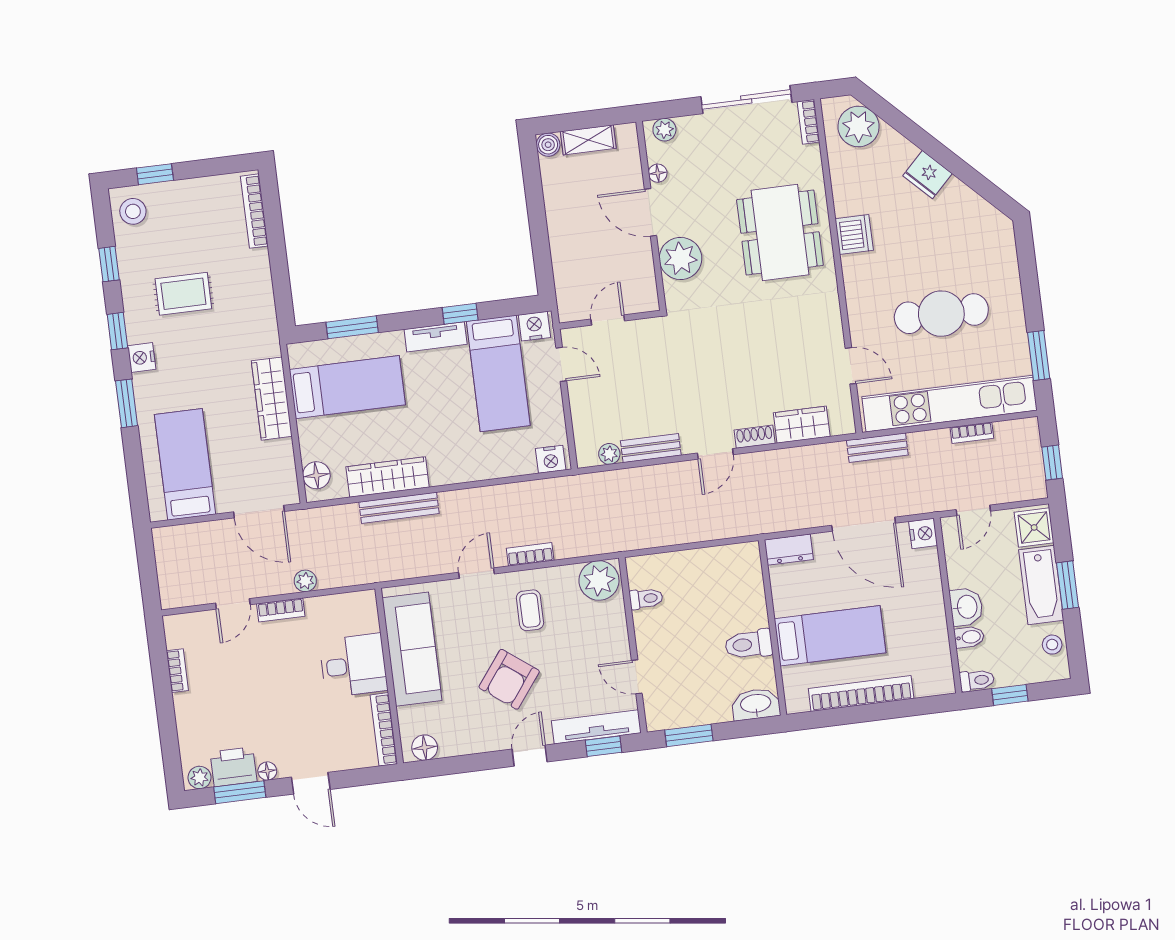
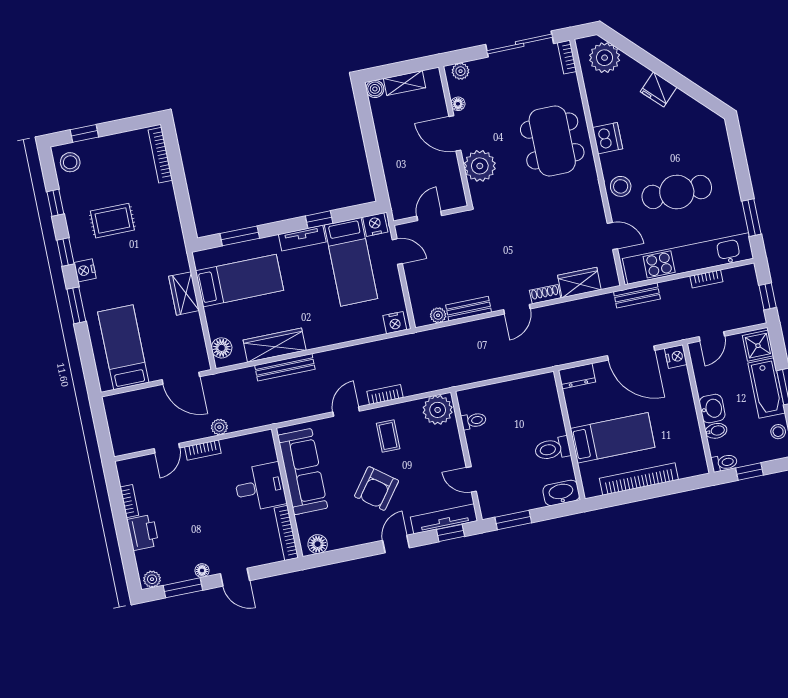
stool: (867, 300) -> (621, 186), added
wardrobe: (272, 399) -> (184, 293), width x0.67
printer: (233, 767) -> (143, 532), moved, turned 90

